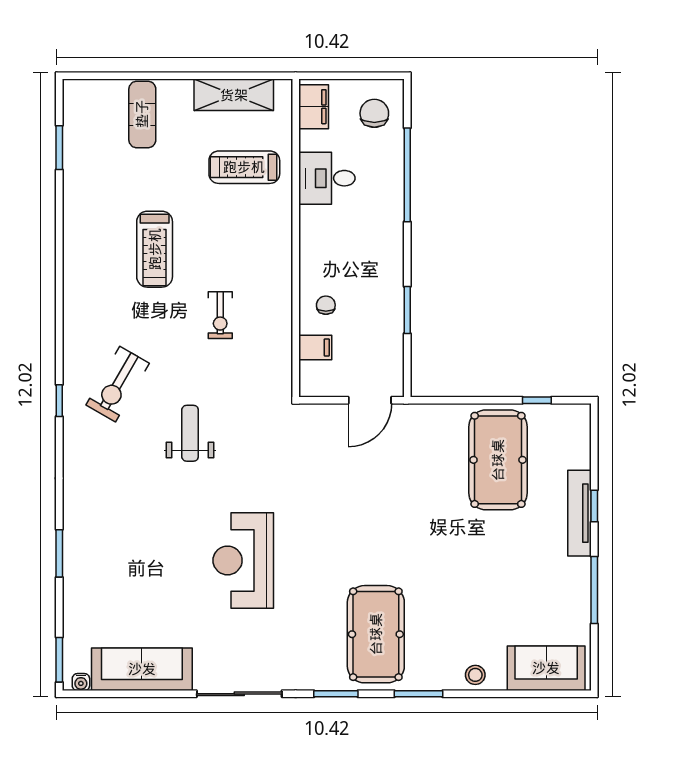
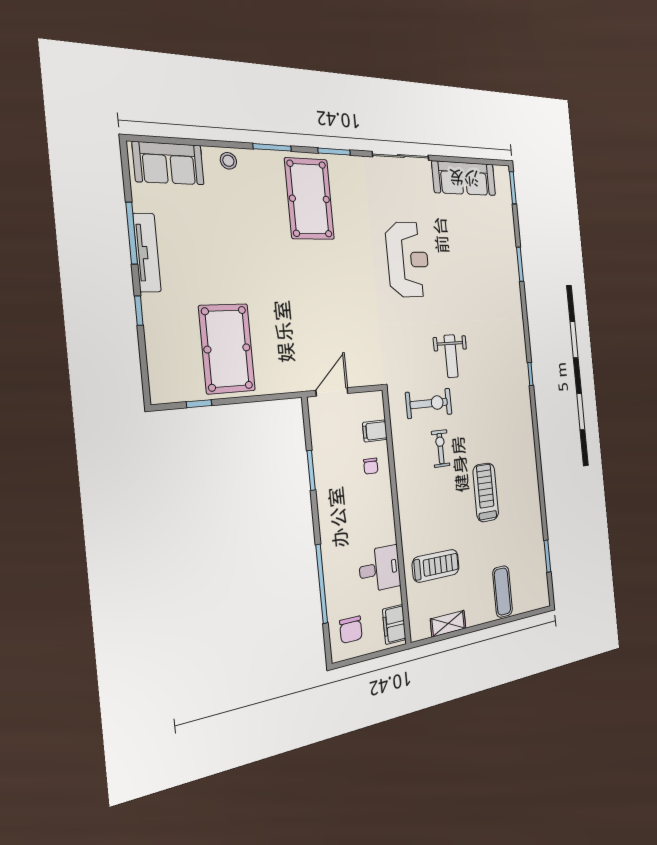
shelving: (234, 95) -> (448, 624), width x0.67, depth x0.75
exercise bike: (118, 384) -> (429, 403), moved, turned 60
tv unit: (580, 513) -> (147, 253), moved
water cooler: (81, 682) -> (499, 171), removed

